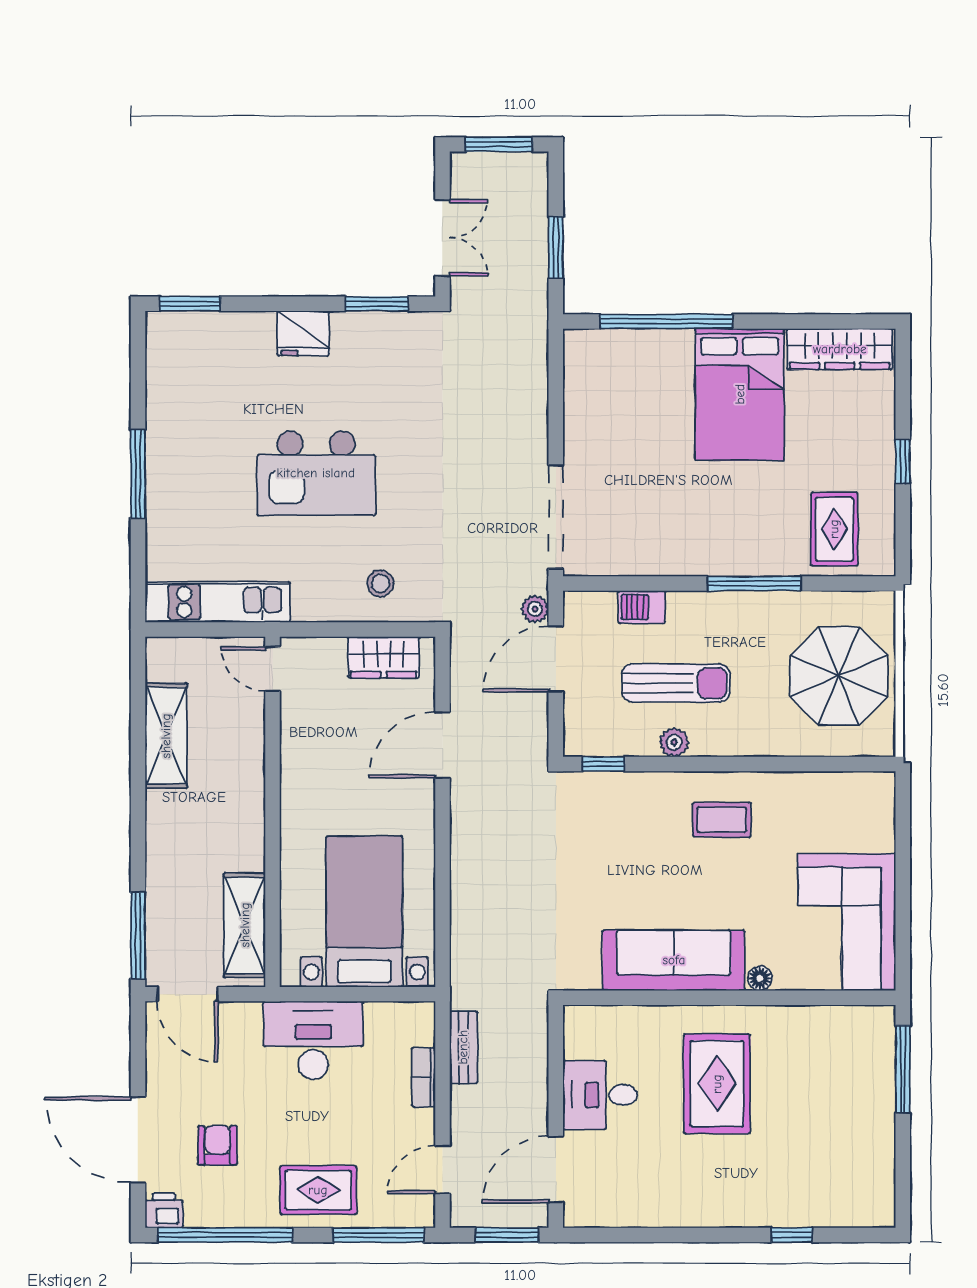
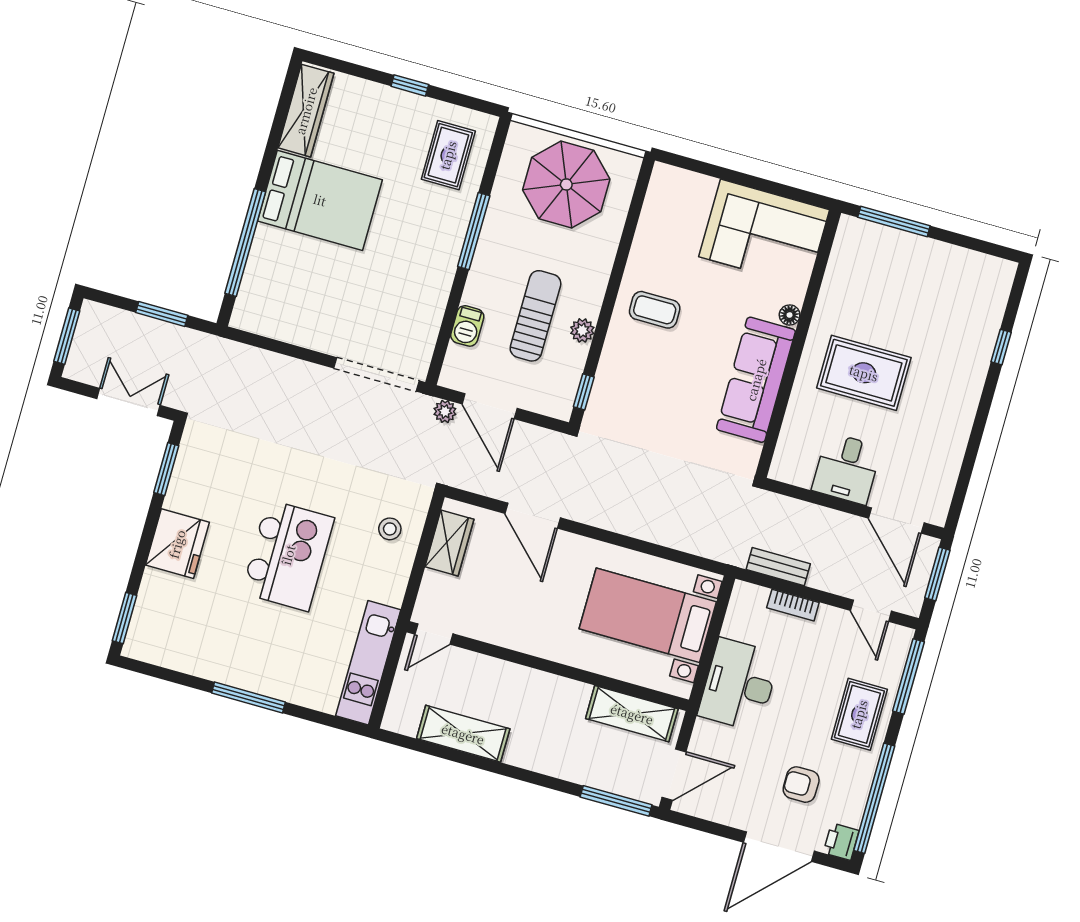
fridge: (303, 333) -> (177, 544), width x1.36, depth x1.34
rug: (834, 529) -> (448, 155), turned 90
coffee table: (722, 820) -> (655, 310), turned 90

